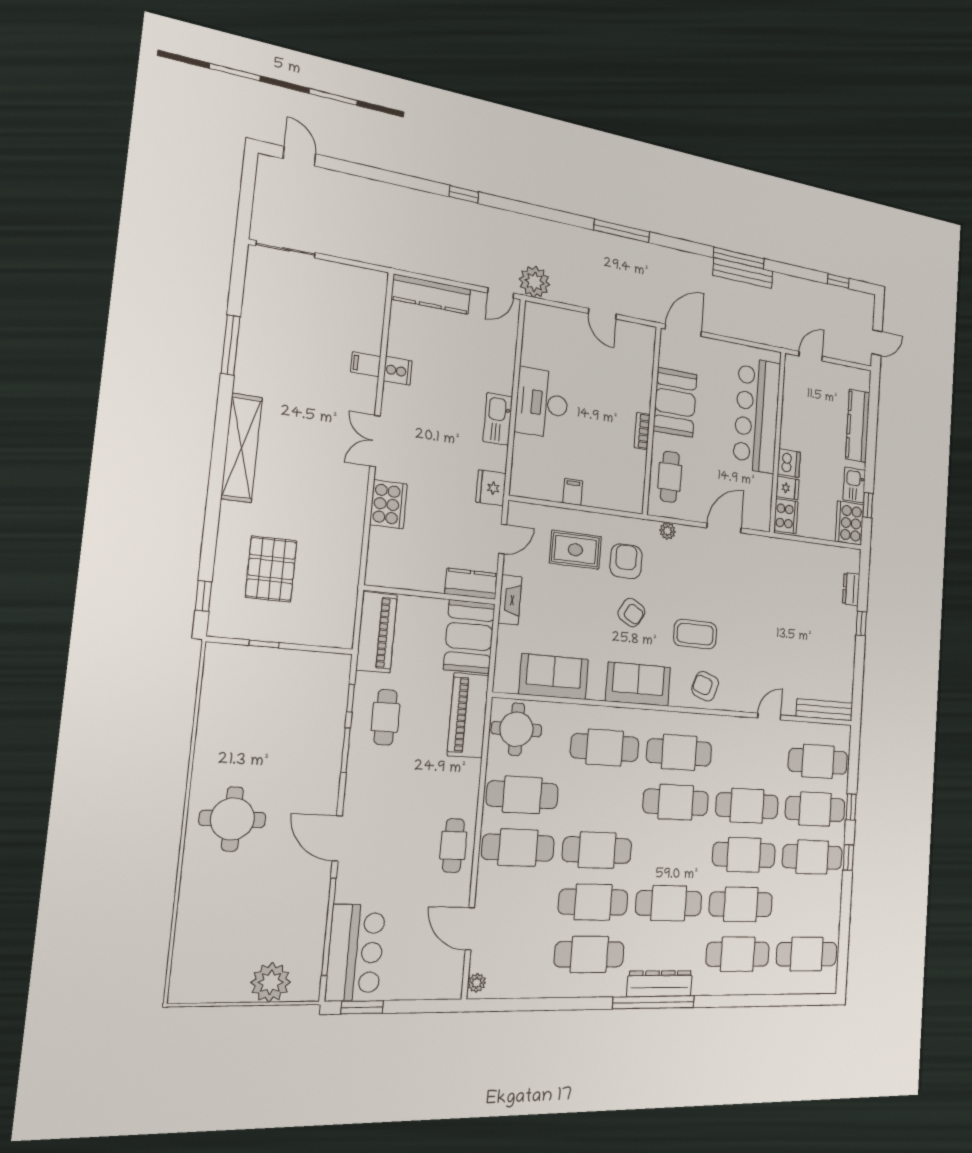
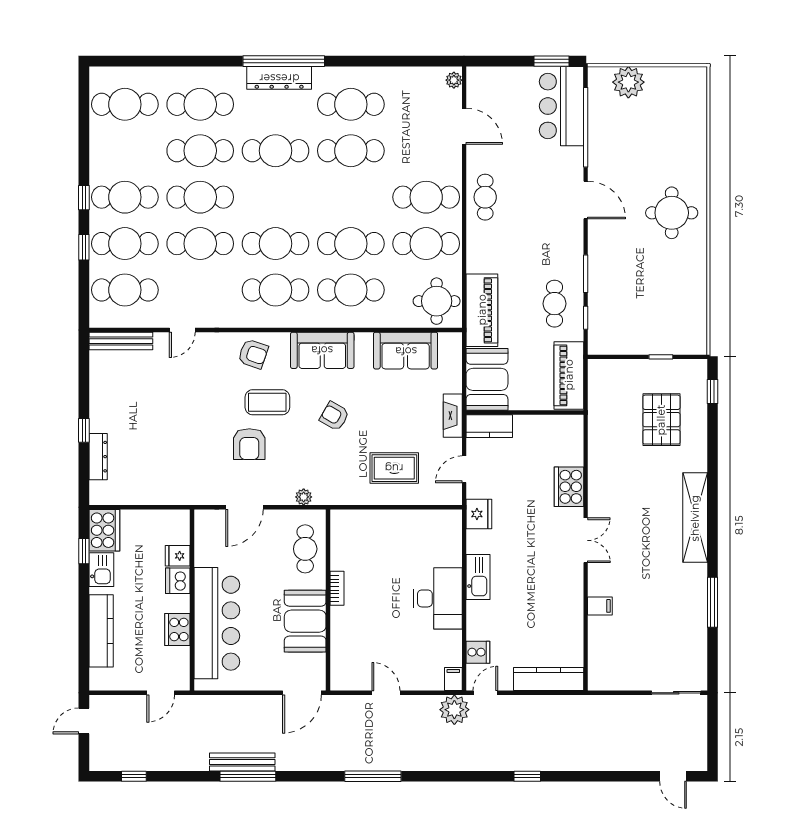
cooker: (398, 371) -> (478, 652), moved, turned 180
filing cabinet: (573, 492) -> (453, 679), moved, turned 180
cooker: (786, 516) -> (177, 630), moved
armchair: (626, 561) -> (249, 444), moved
dresser: (851, 589) -> (98, 457), width x1.44
cafe table: (597, 850) -> (351, 244), moved

